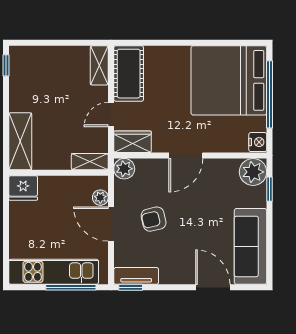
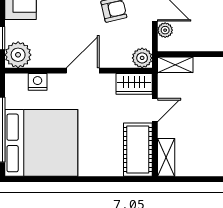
nightstand: (258, 142) -> (38, 82), moved, turned 90

